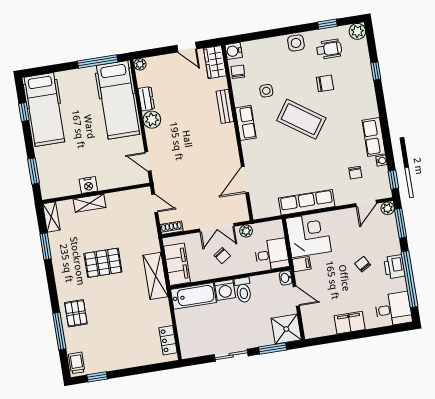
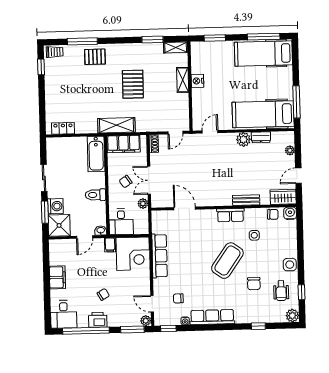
plant: (140, 64) -> (290, 150), moved
window: (24, 112) -> (264, 37), width x2.17
row of seats: (374, 137) -> (212, 317), width x1.48
washing machine: (225, 290) -> (55, 206), moved, turned 180

